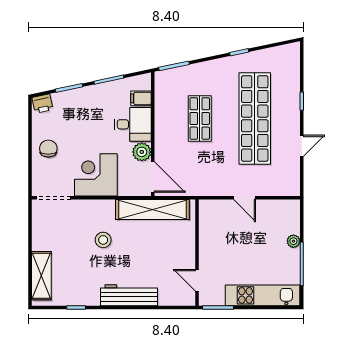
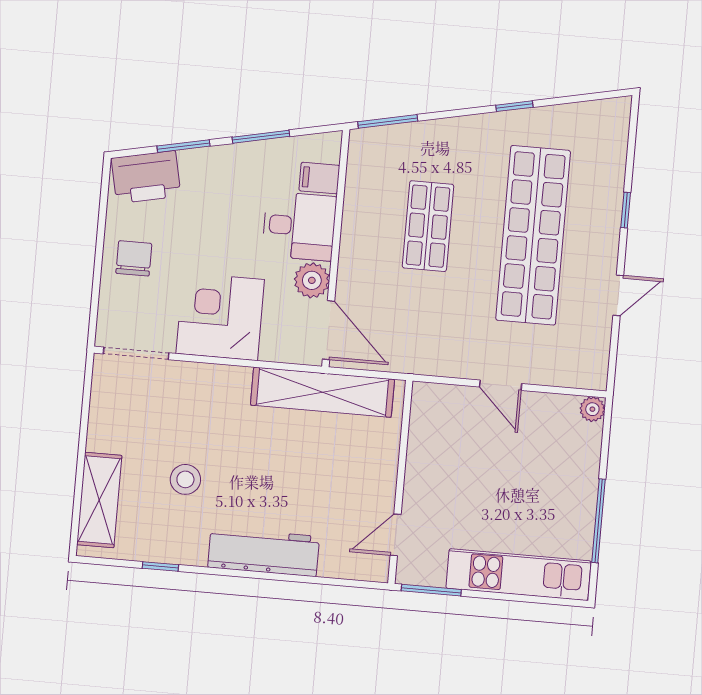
printer: (42, 104) -> (146, 177), width x1.87, depth x1.48
stool: (103, 240) -> (185, 479), moved
plant: (293, 241) -> (592, 409), moved
door: (197, 280) -> (396, 535), hinge flipped

